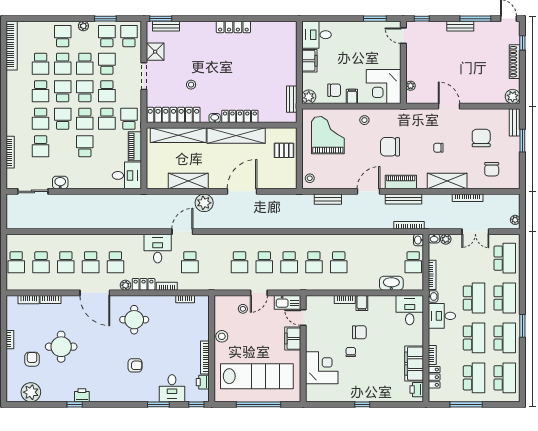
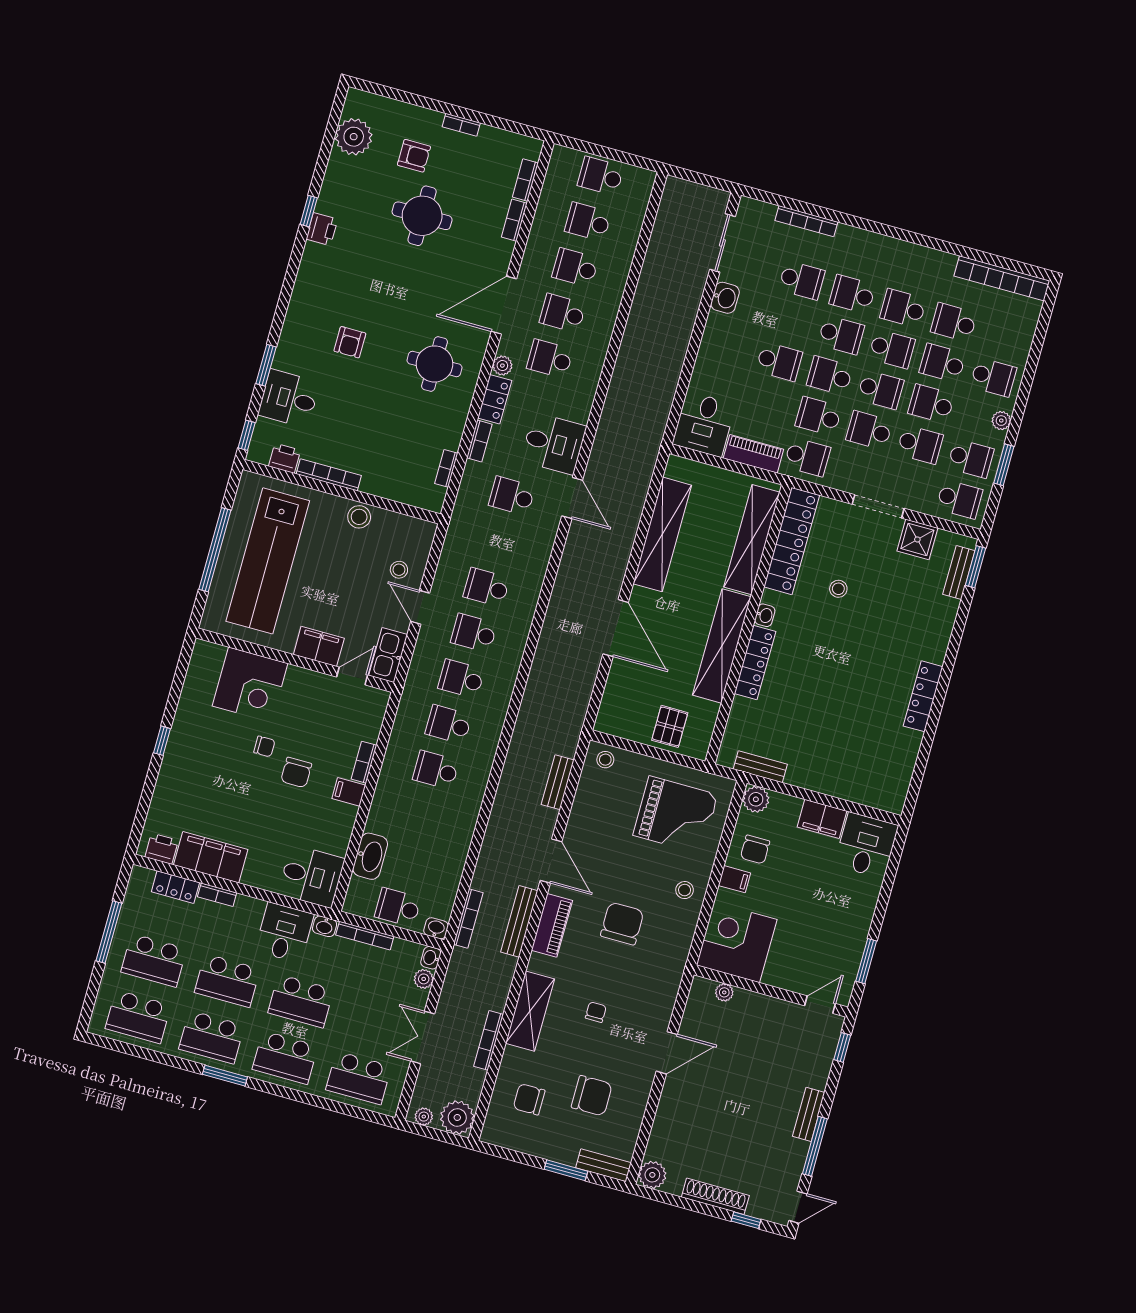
school desk: (41, 146) -> (802, 280), turned 180
shelving: (188, 181) -> (662, 534), width x1.47
plant: (204, 203) -> (457, 1117), moved

